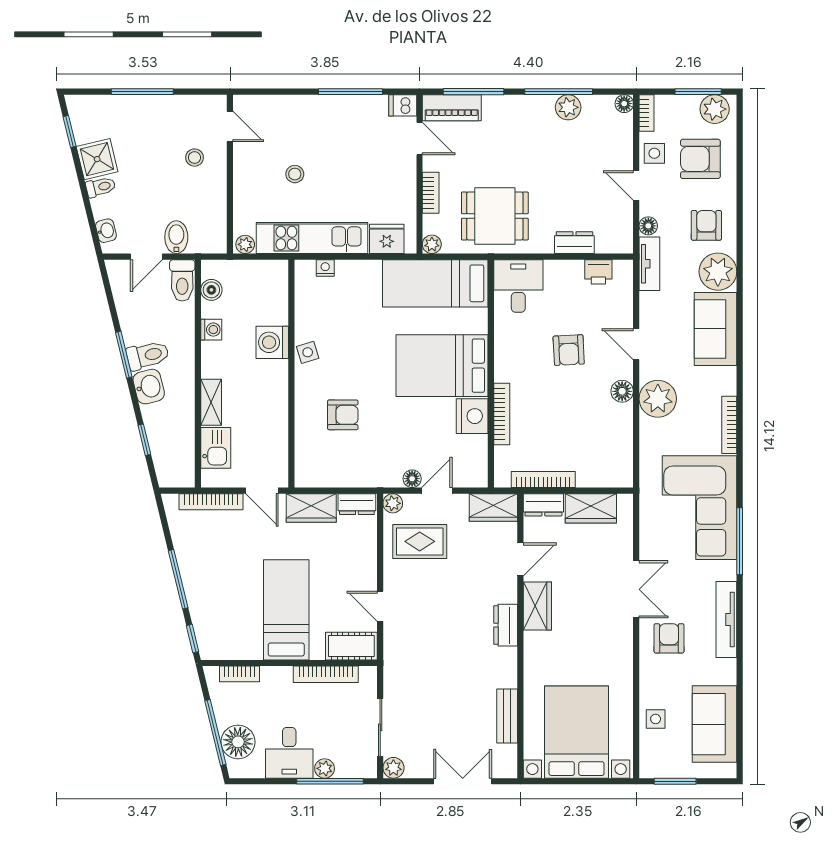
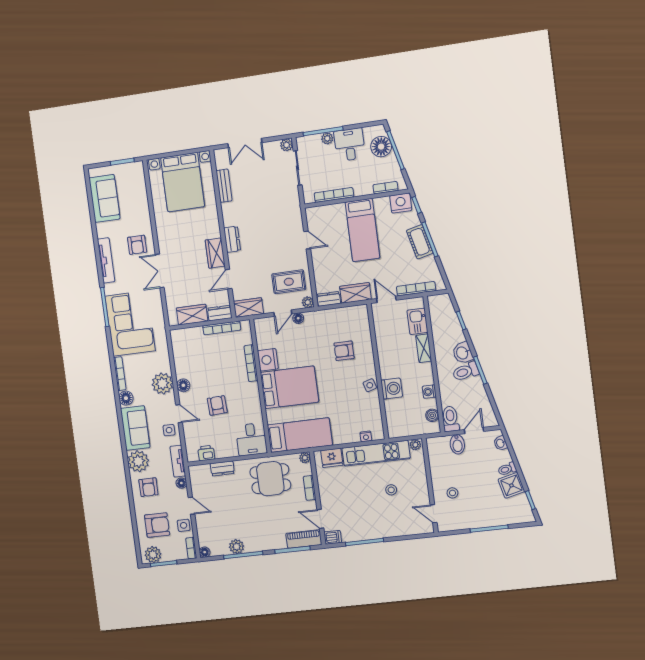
floor lamp: (724, 382) -> (126, 398), added
nightstand: (218, 645) -> (401, 203), added
cot: (351, 646) -> (420, 242), moved, turned 76
side table: (656, 719) -> (169, 430), moved

